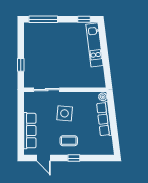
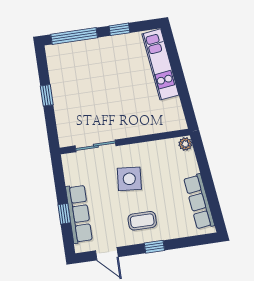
window: (84, 19) -> (119, 29), moved
window: (21, 65) -> (47, 95), moved
row of seats: (104, 119) -> (199, 202), moved
window: (21, 129) -> (64, 214), added

